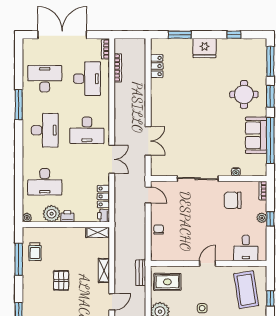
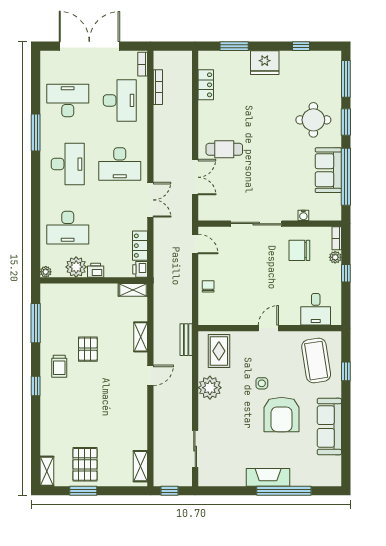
cafe table: (172, 118) -> (224, 149), added
plant: (262, 218) -> (335, 257), moved
trolley: (35, 252) -> (59, 366), moved
rug: (167, 282) -> (219, 351), turned 90

